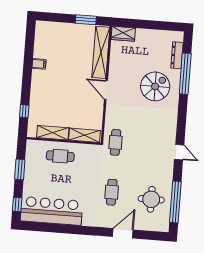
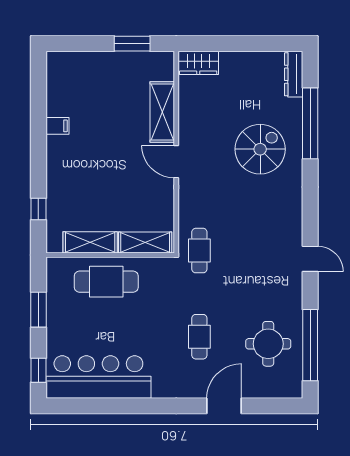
shelving: (101, 52) -> (162, 112), width x0.68
dresser: (177, 55) -> (294, 74), moved
cafe table: (60, 156) -> (106, 282), width x1.37, depth x1.35

